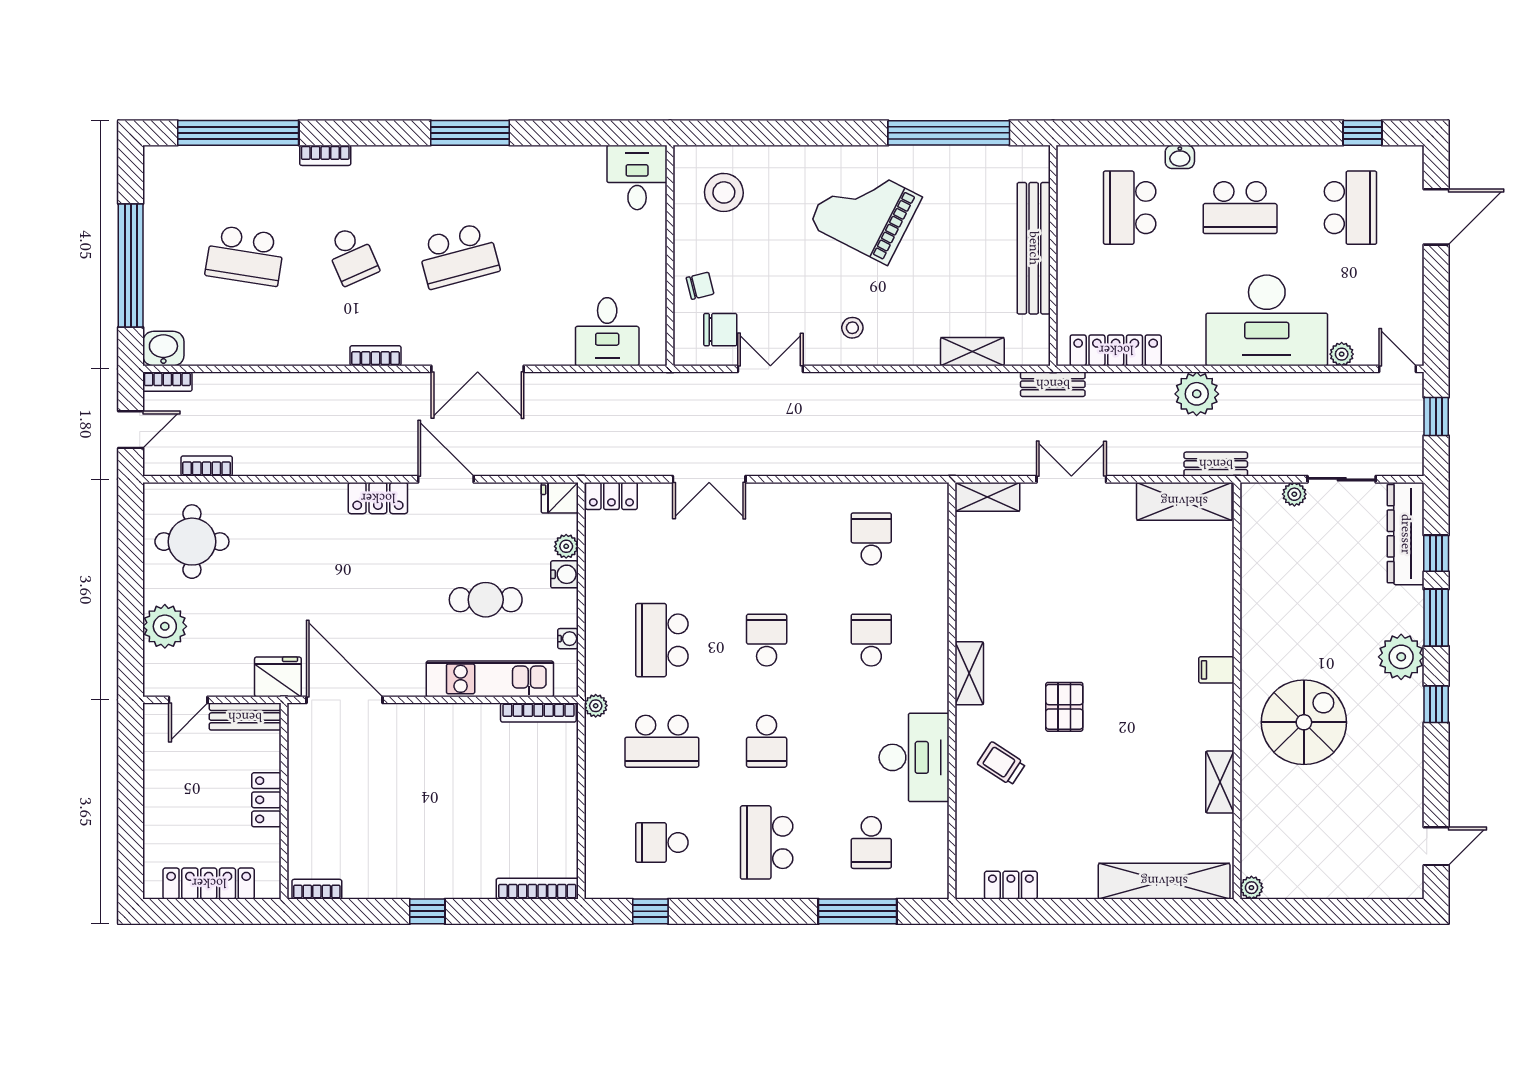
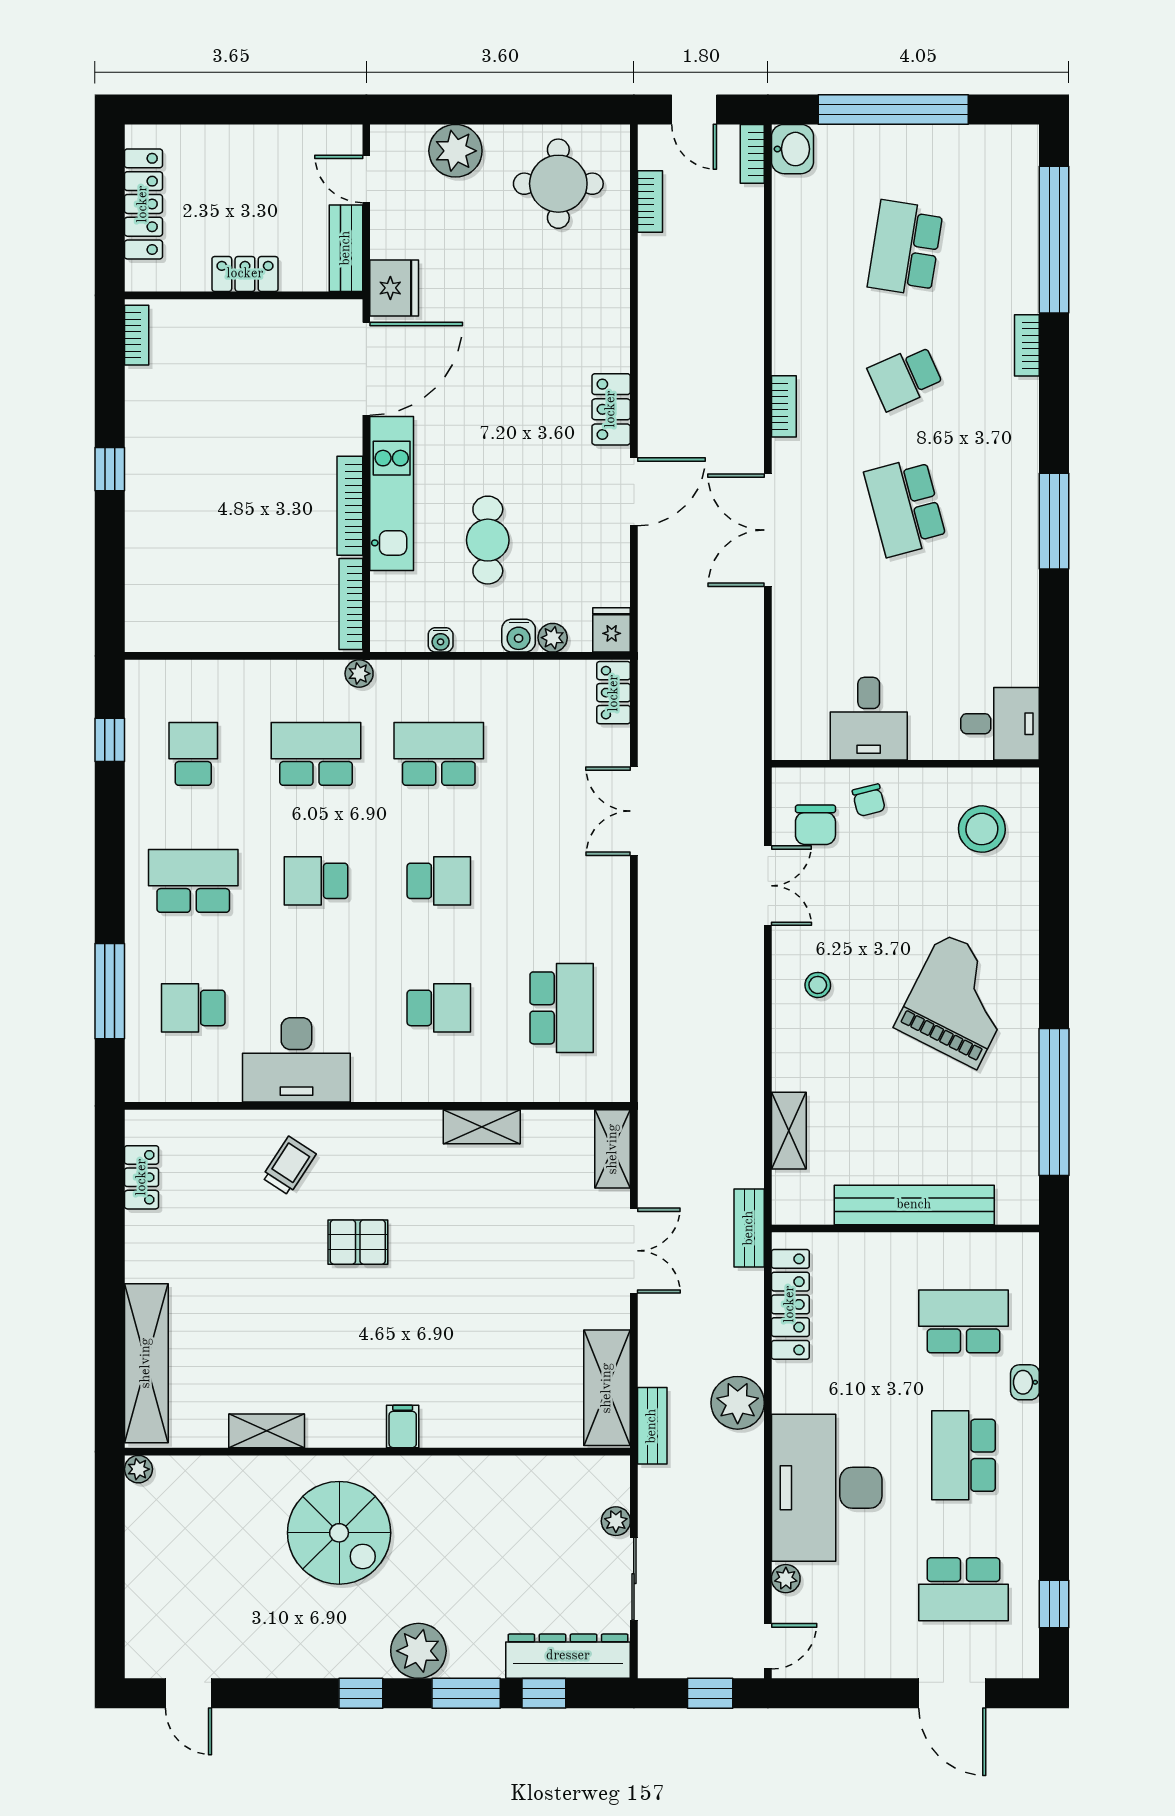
desk: (607, 332) -> (869, 719), moved, turned -90
school desk: (871, 539) -> (562, 1008), width x1.85
shelving: (969, 673) -> (482, 1127), moved
kitchen unit: (490, 679) -> (392, 494), moved
school desk: (662, 741) -> (316, 754), turned 90
bookcase: (537, 889) -> (350, 506), moved, turned 180

